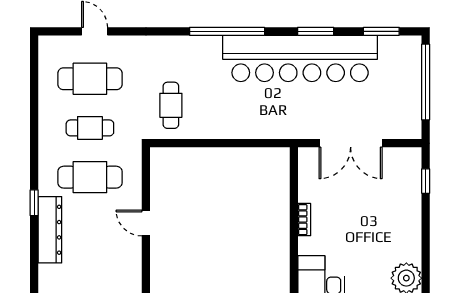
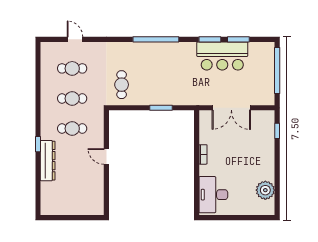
window: (381, 31) -> (238, 39), moved
bar counter: (300, 58) -> (222, 56), width x0.54
cafe table: (90, 79) -> (72, 68), width x0.73, depth x0.74
window: (235, 143) -> (161, 108), added
cafe table: (90, 177) -> (72, 129), width x0.73, depth x0.74

